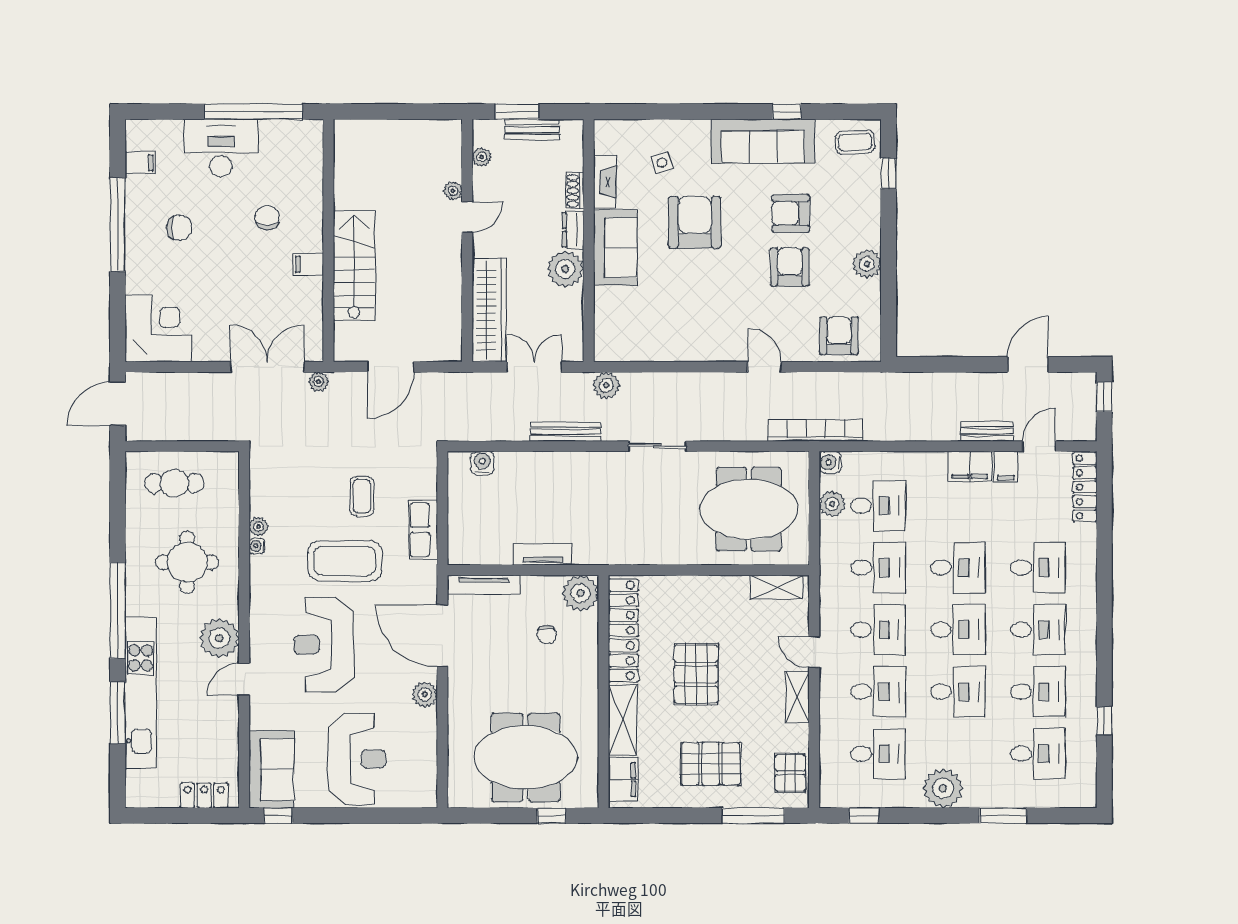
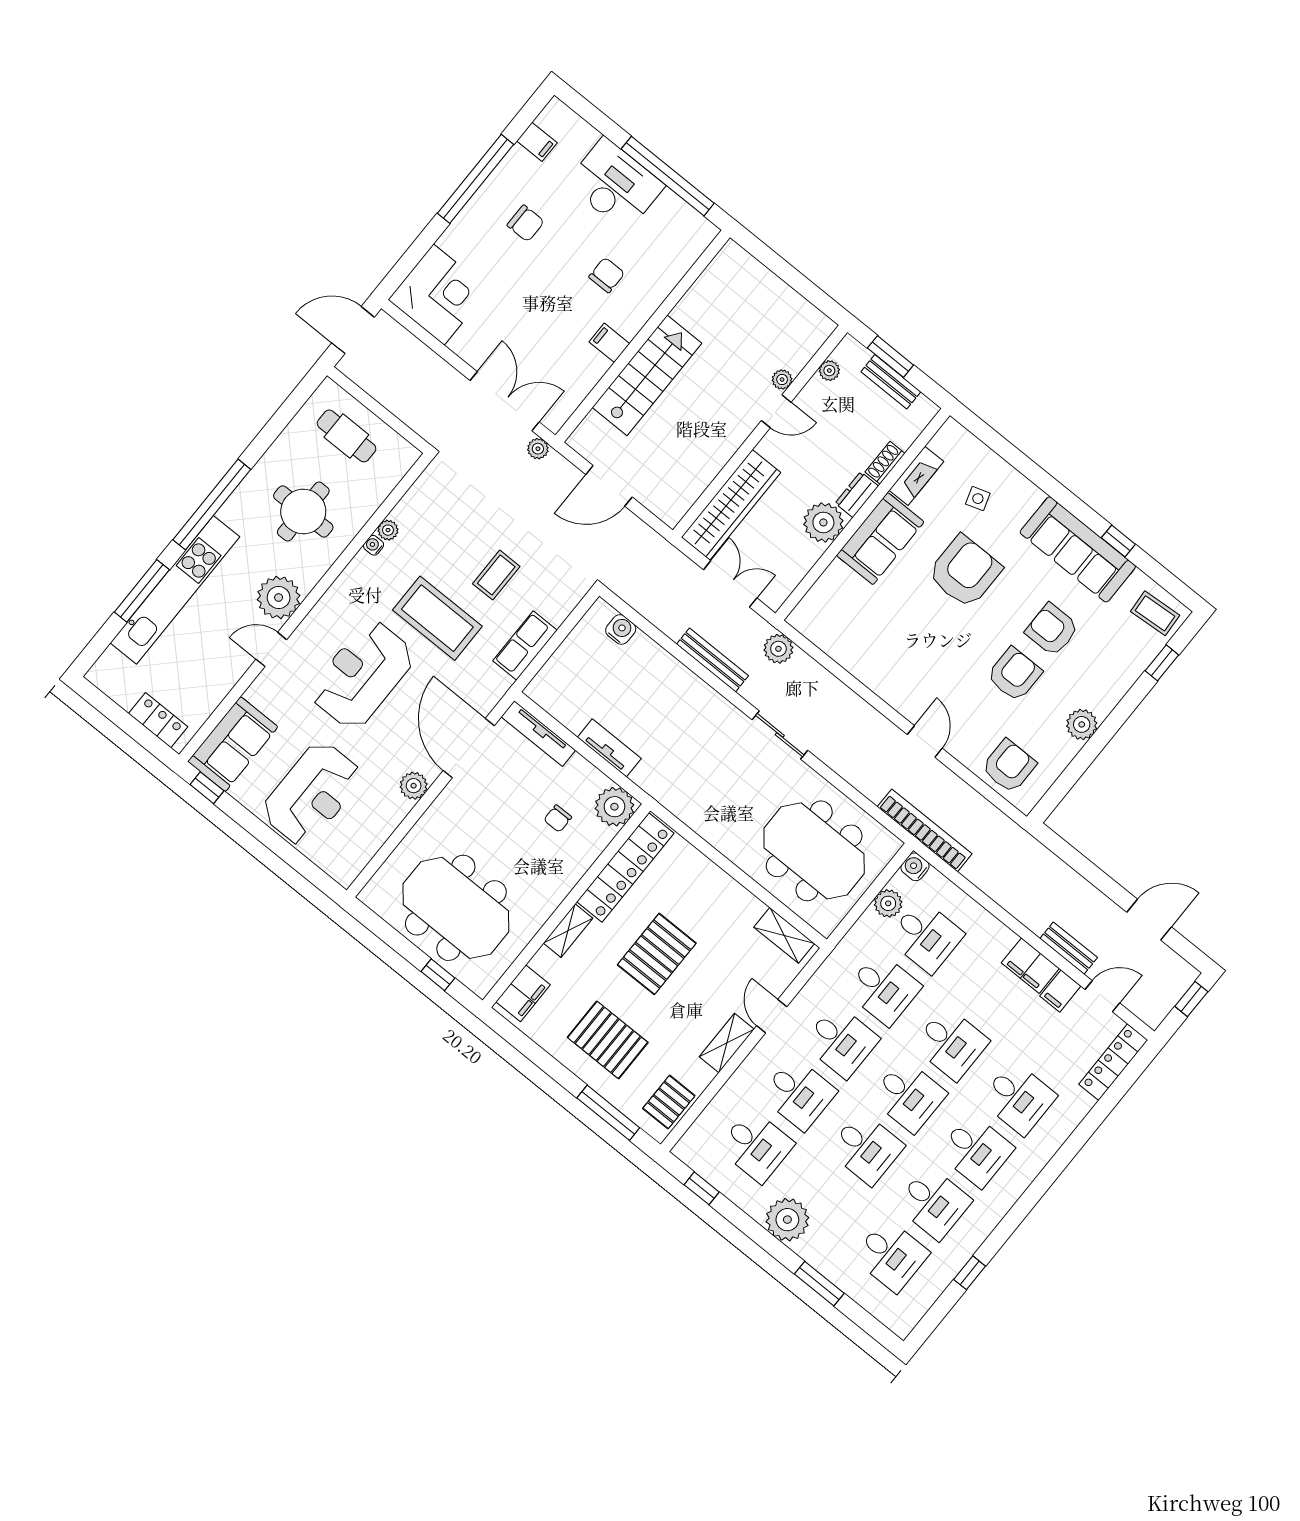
shelving: (623, 720) -> (568, 931), width x0.67, depth x0.75

